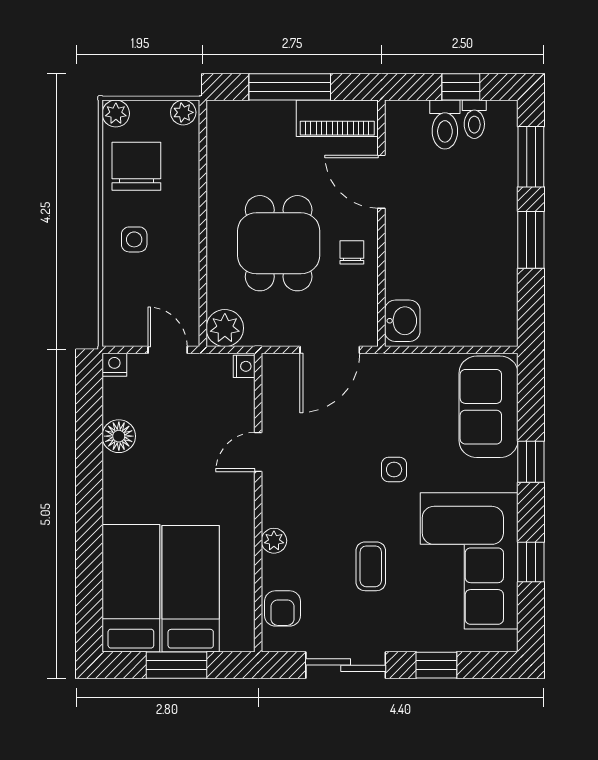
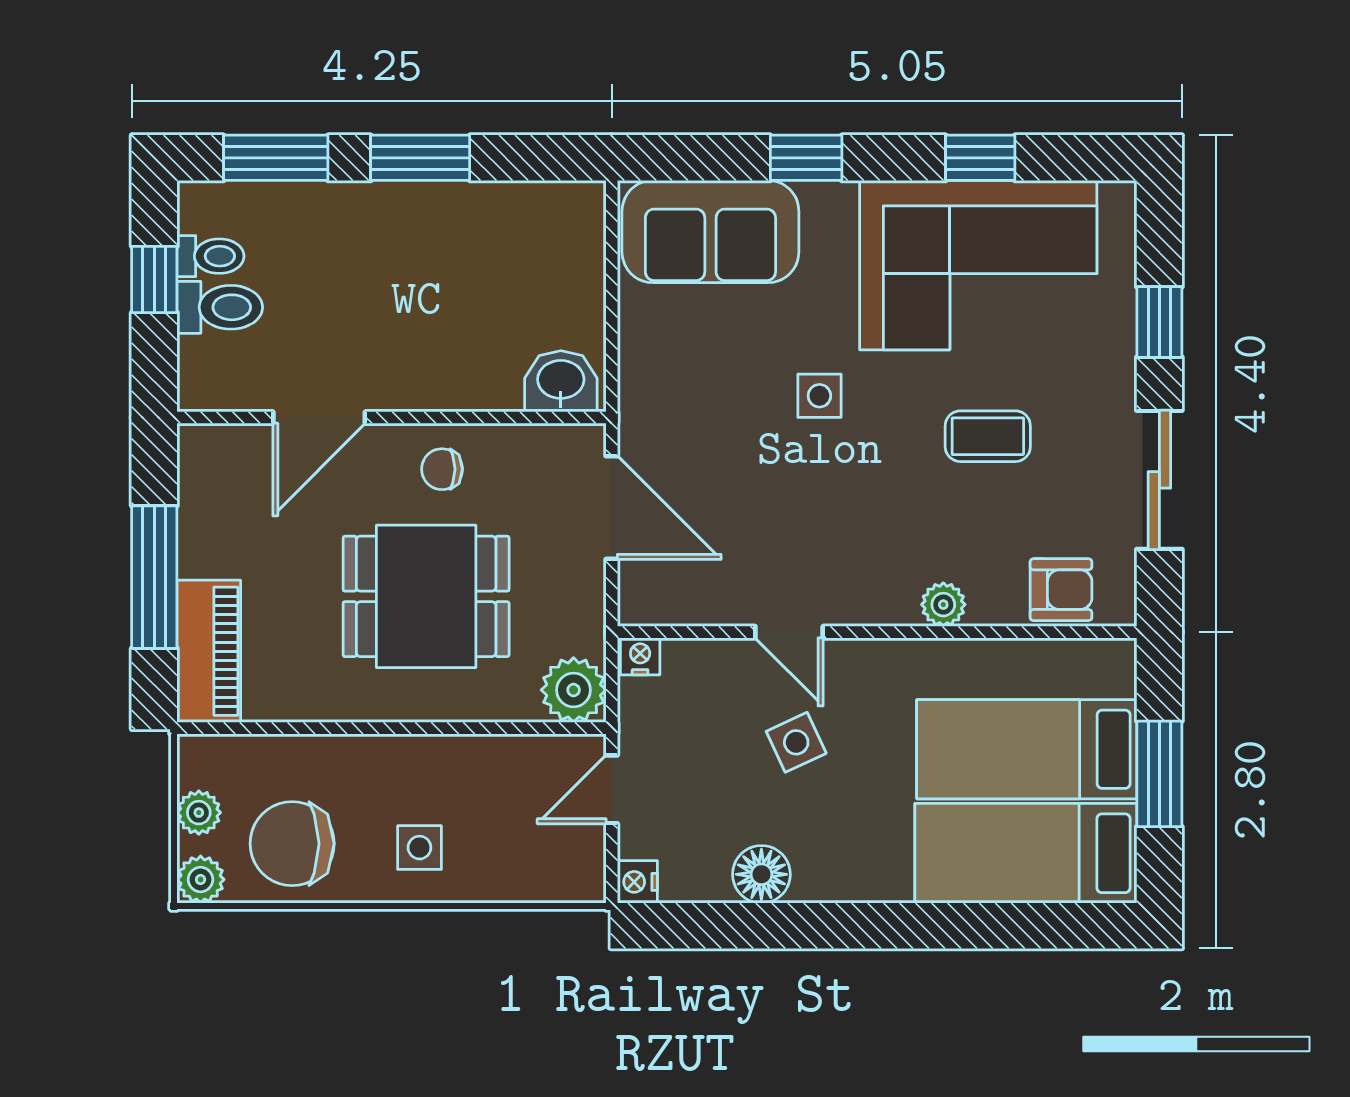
plant: (183, 112) -> (199, 813), moved
piano: (337, 118) -> (209, 651), moved
side table: (195, 456) -> (796, 742), added

